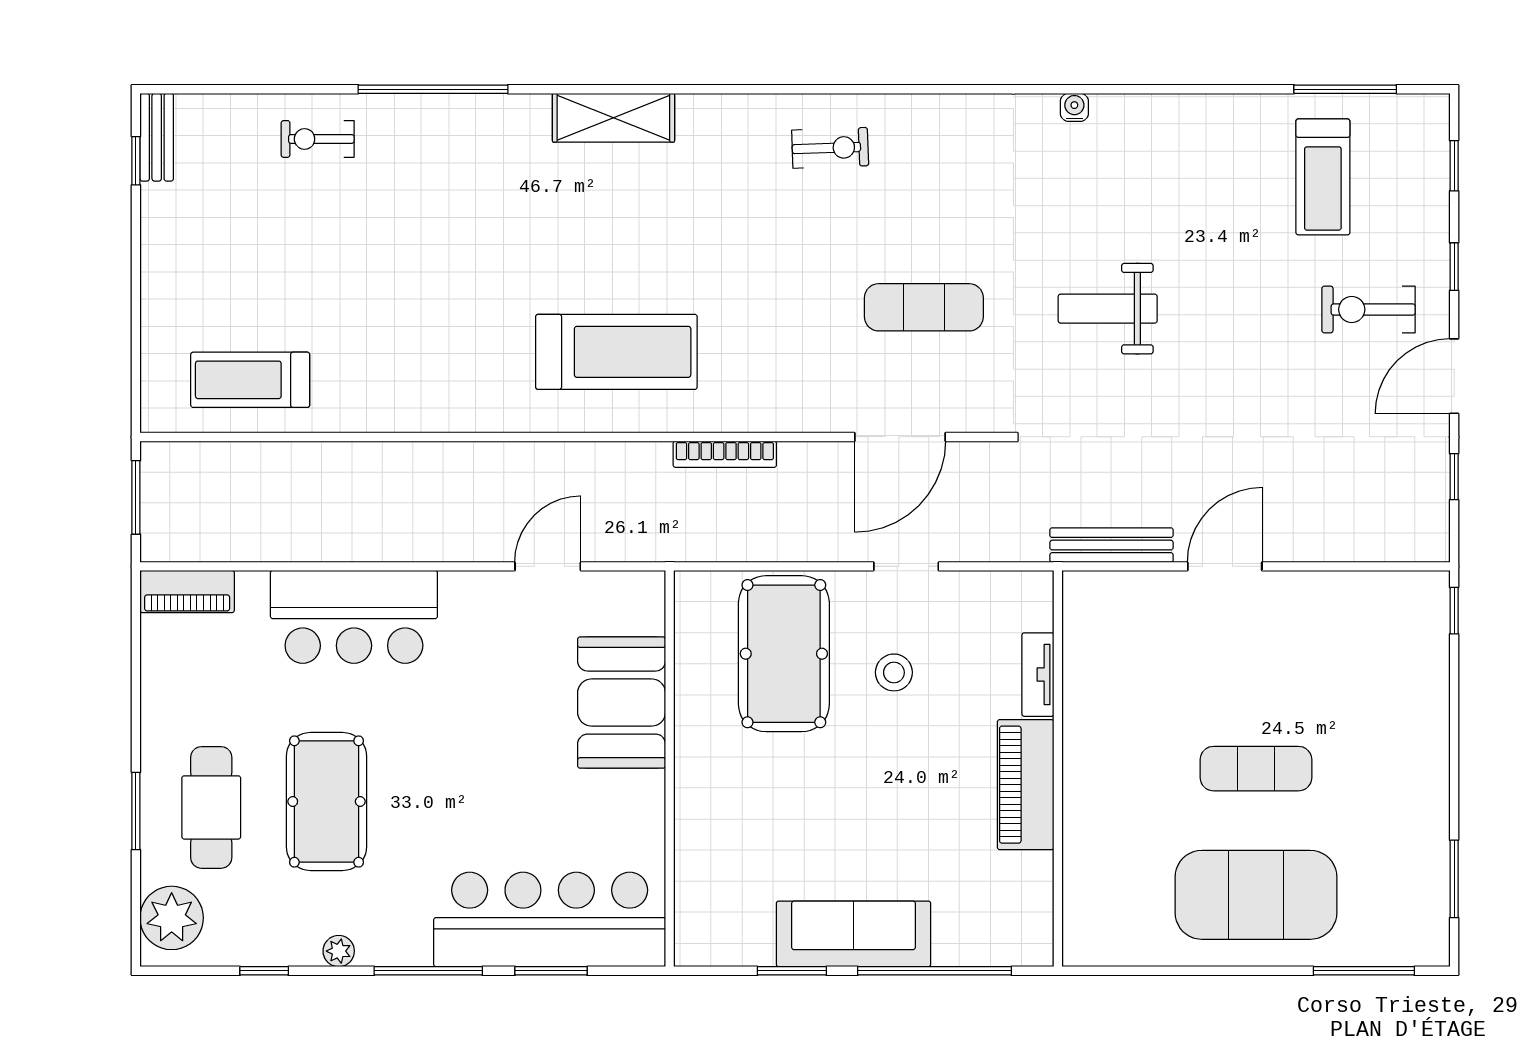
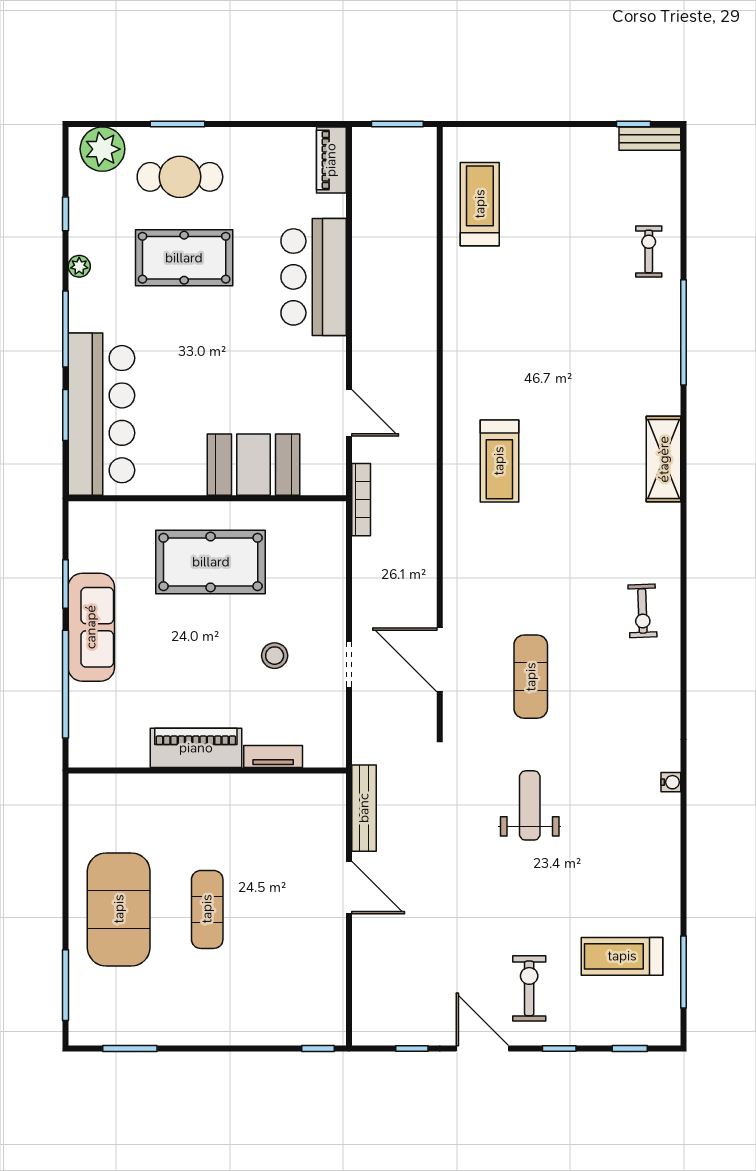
treadmill: (616, 352) -> (499, 461), width x0.73, depth x0.73
bookcase: (725, 454) -> (361, 500), moved, turned 180
pool table: (784, 654) -> (211, 562), moved

